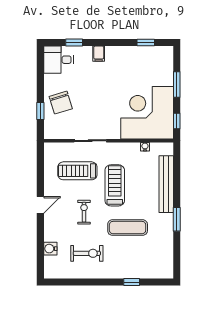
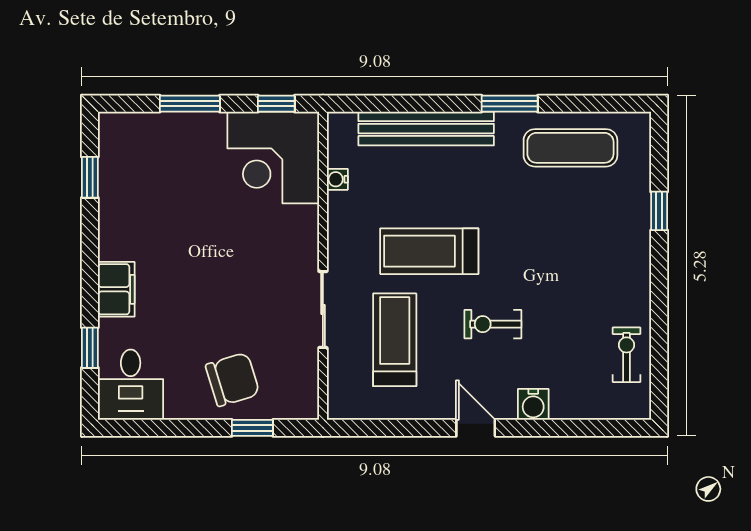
filing cabinet: (99, 54) -> (116, 289), width x2.00
corner desk: (147, 113) -> (273, 158), width x0.74, depth x0.74
treadmill: (77, 171) -> (395, 340), turned 180
exercise mat: (128, 228) -> (570, 148), moved, turned 90
water cooler: (50, 249) -> (533, 404), moved
exercise bike: (87, 253) -> (626, 355), moved, width x0.73, depth x0.72

